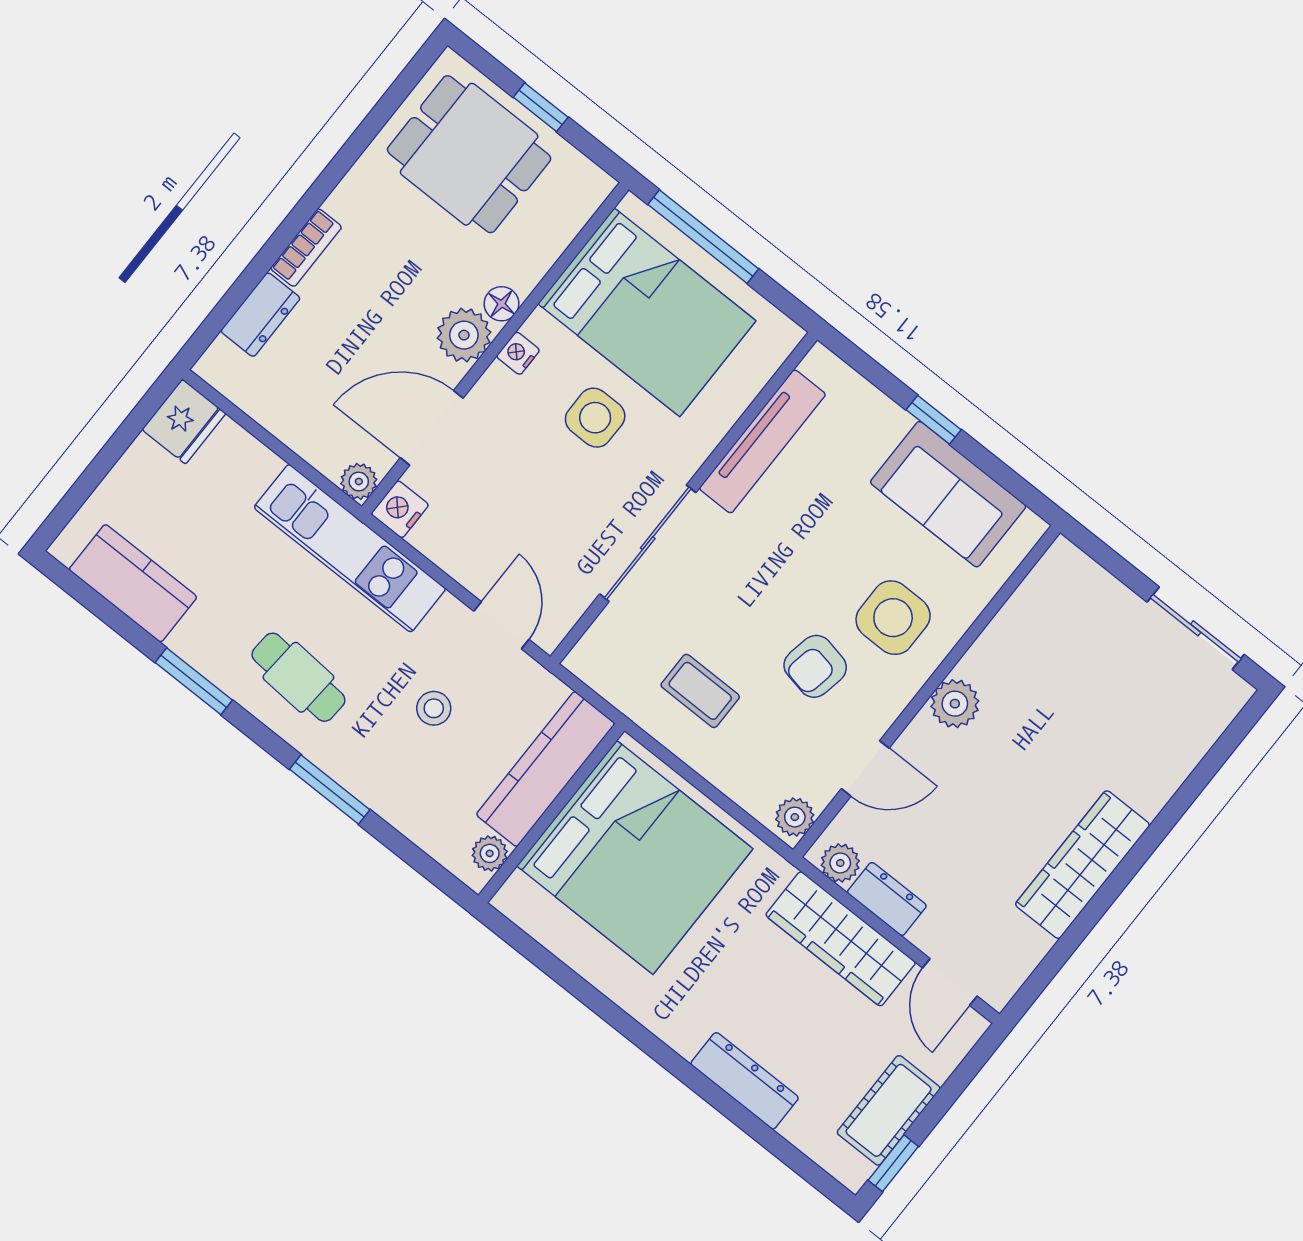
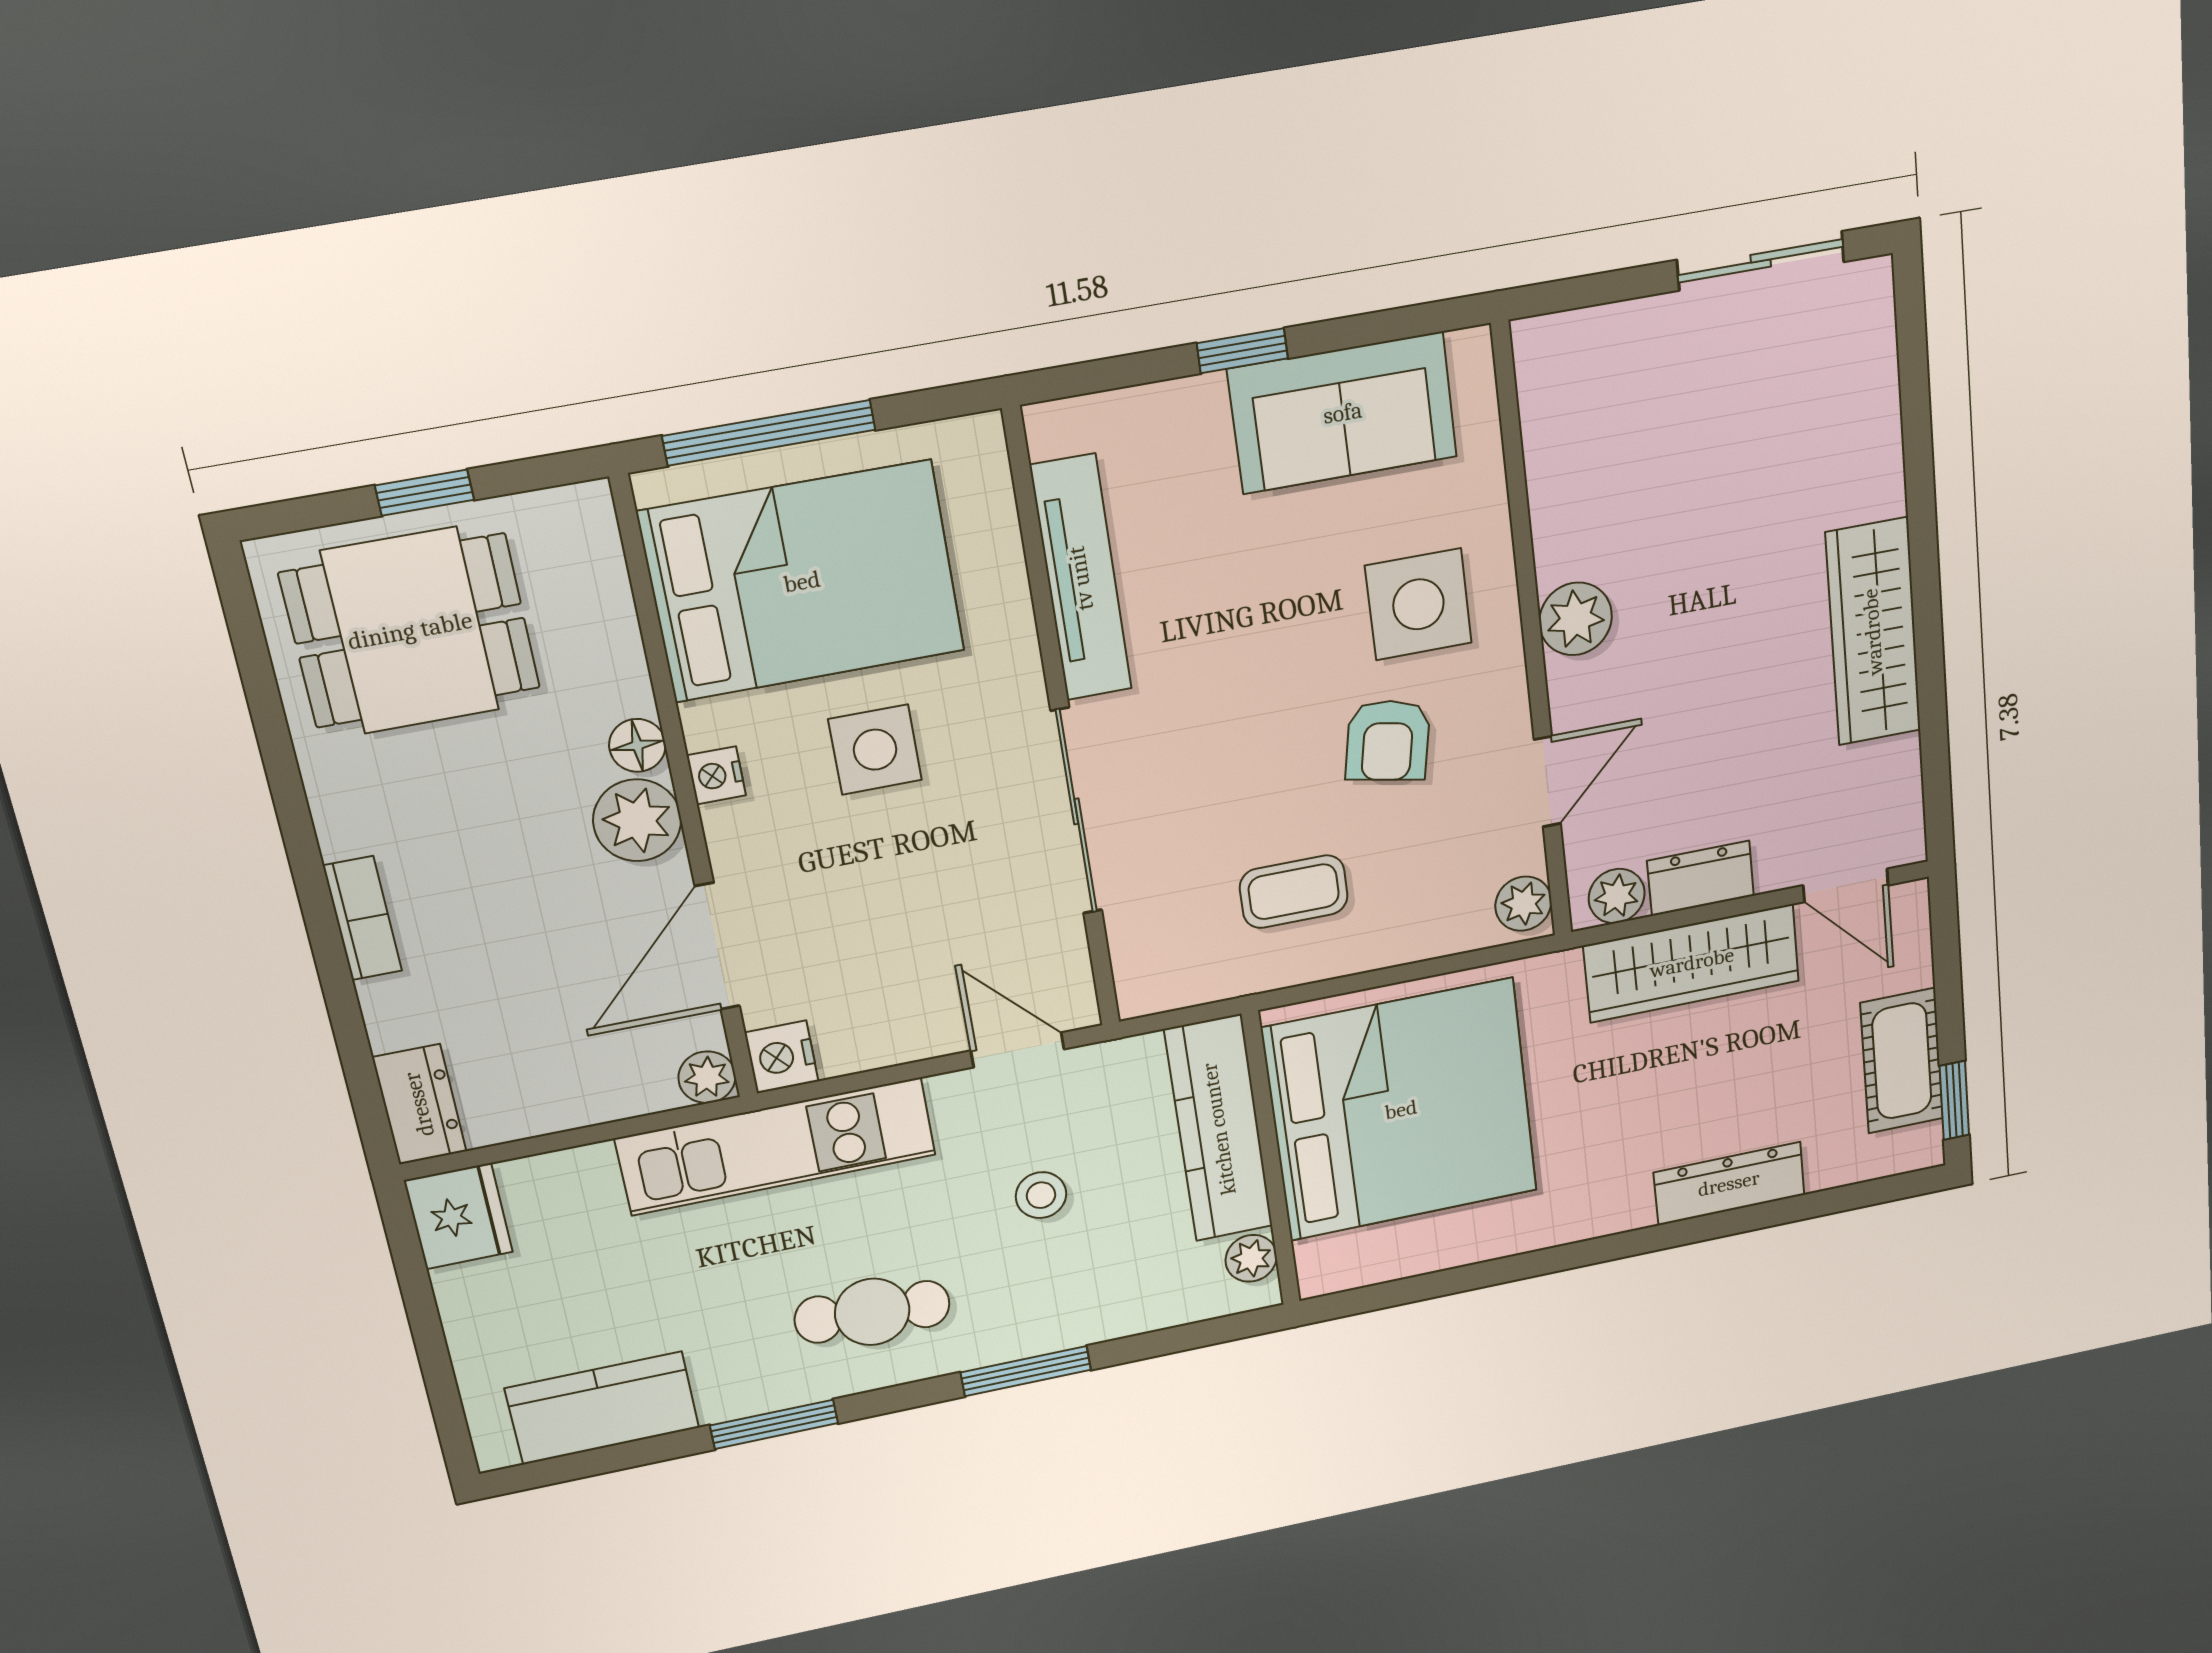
dresser: (260, 315) -> (419, 1104), moved

